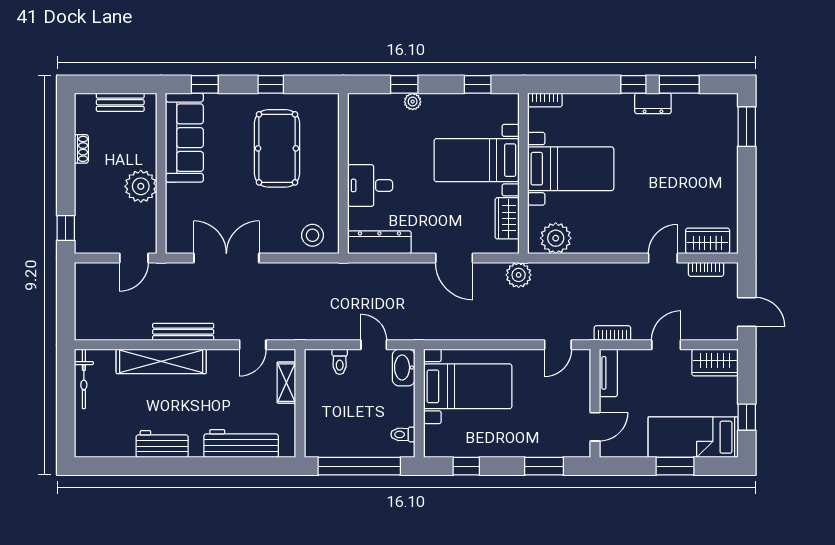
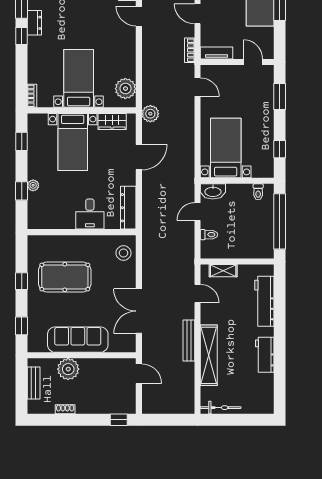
sofa: (184, 138) -> (78, 340), moved
plant: (141, 186) -> (68, 369), moved

